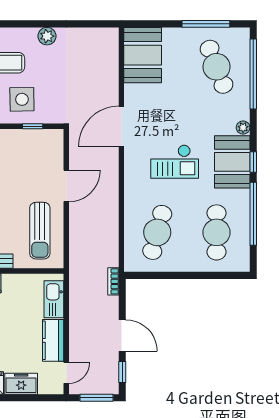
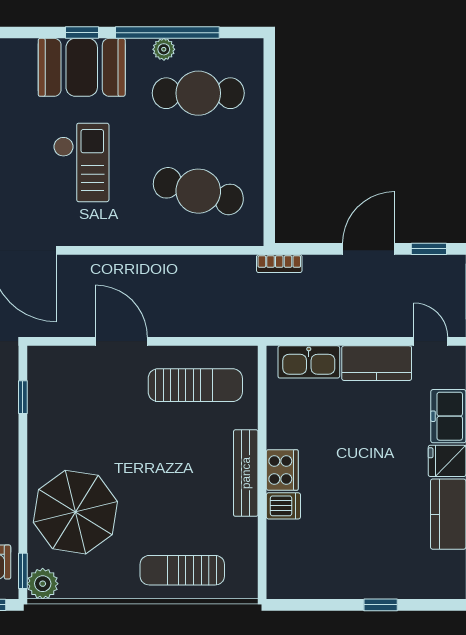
plant: (243, 128) -> (164, 49), moved

